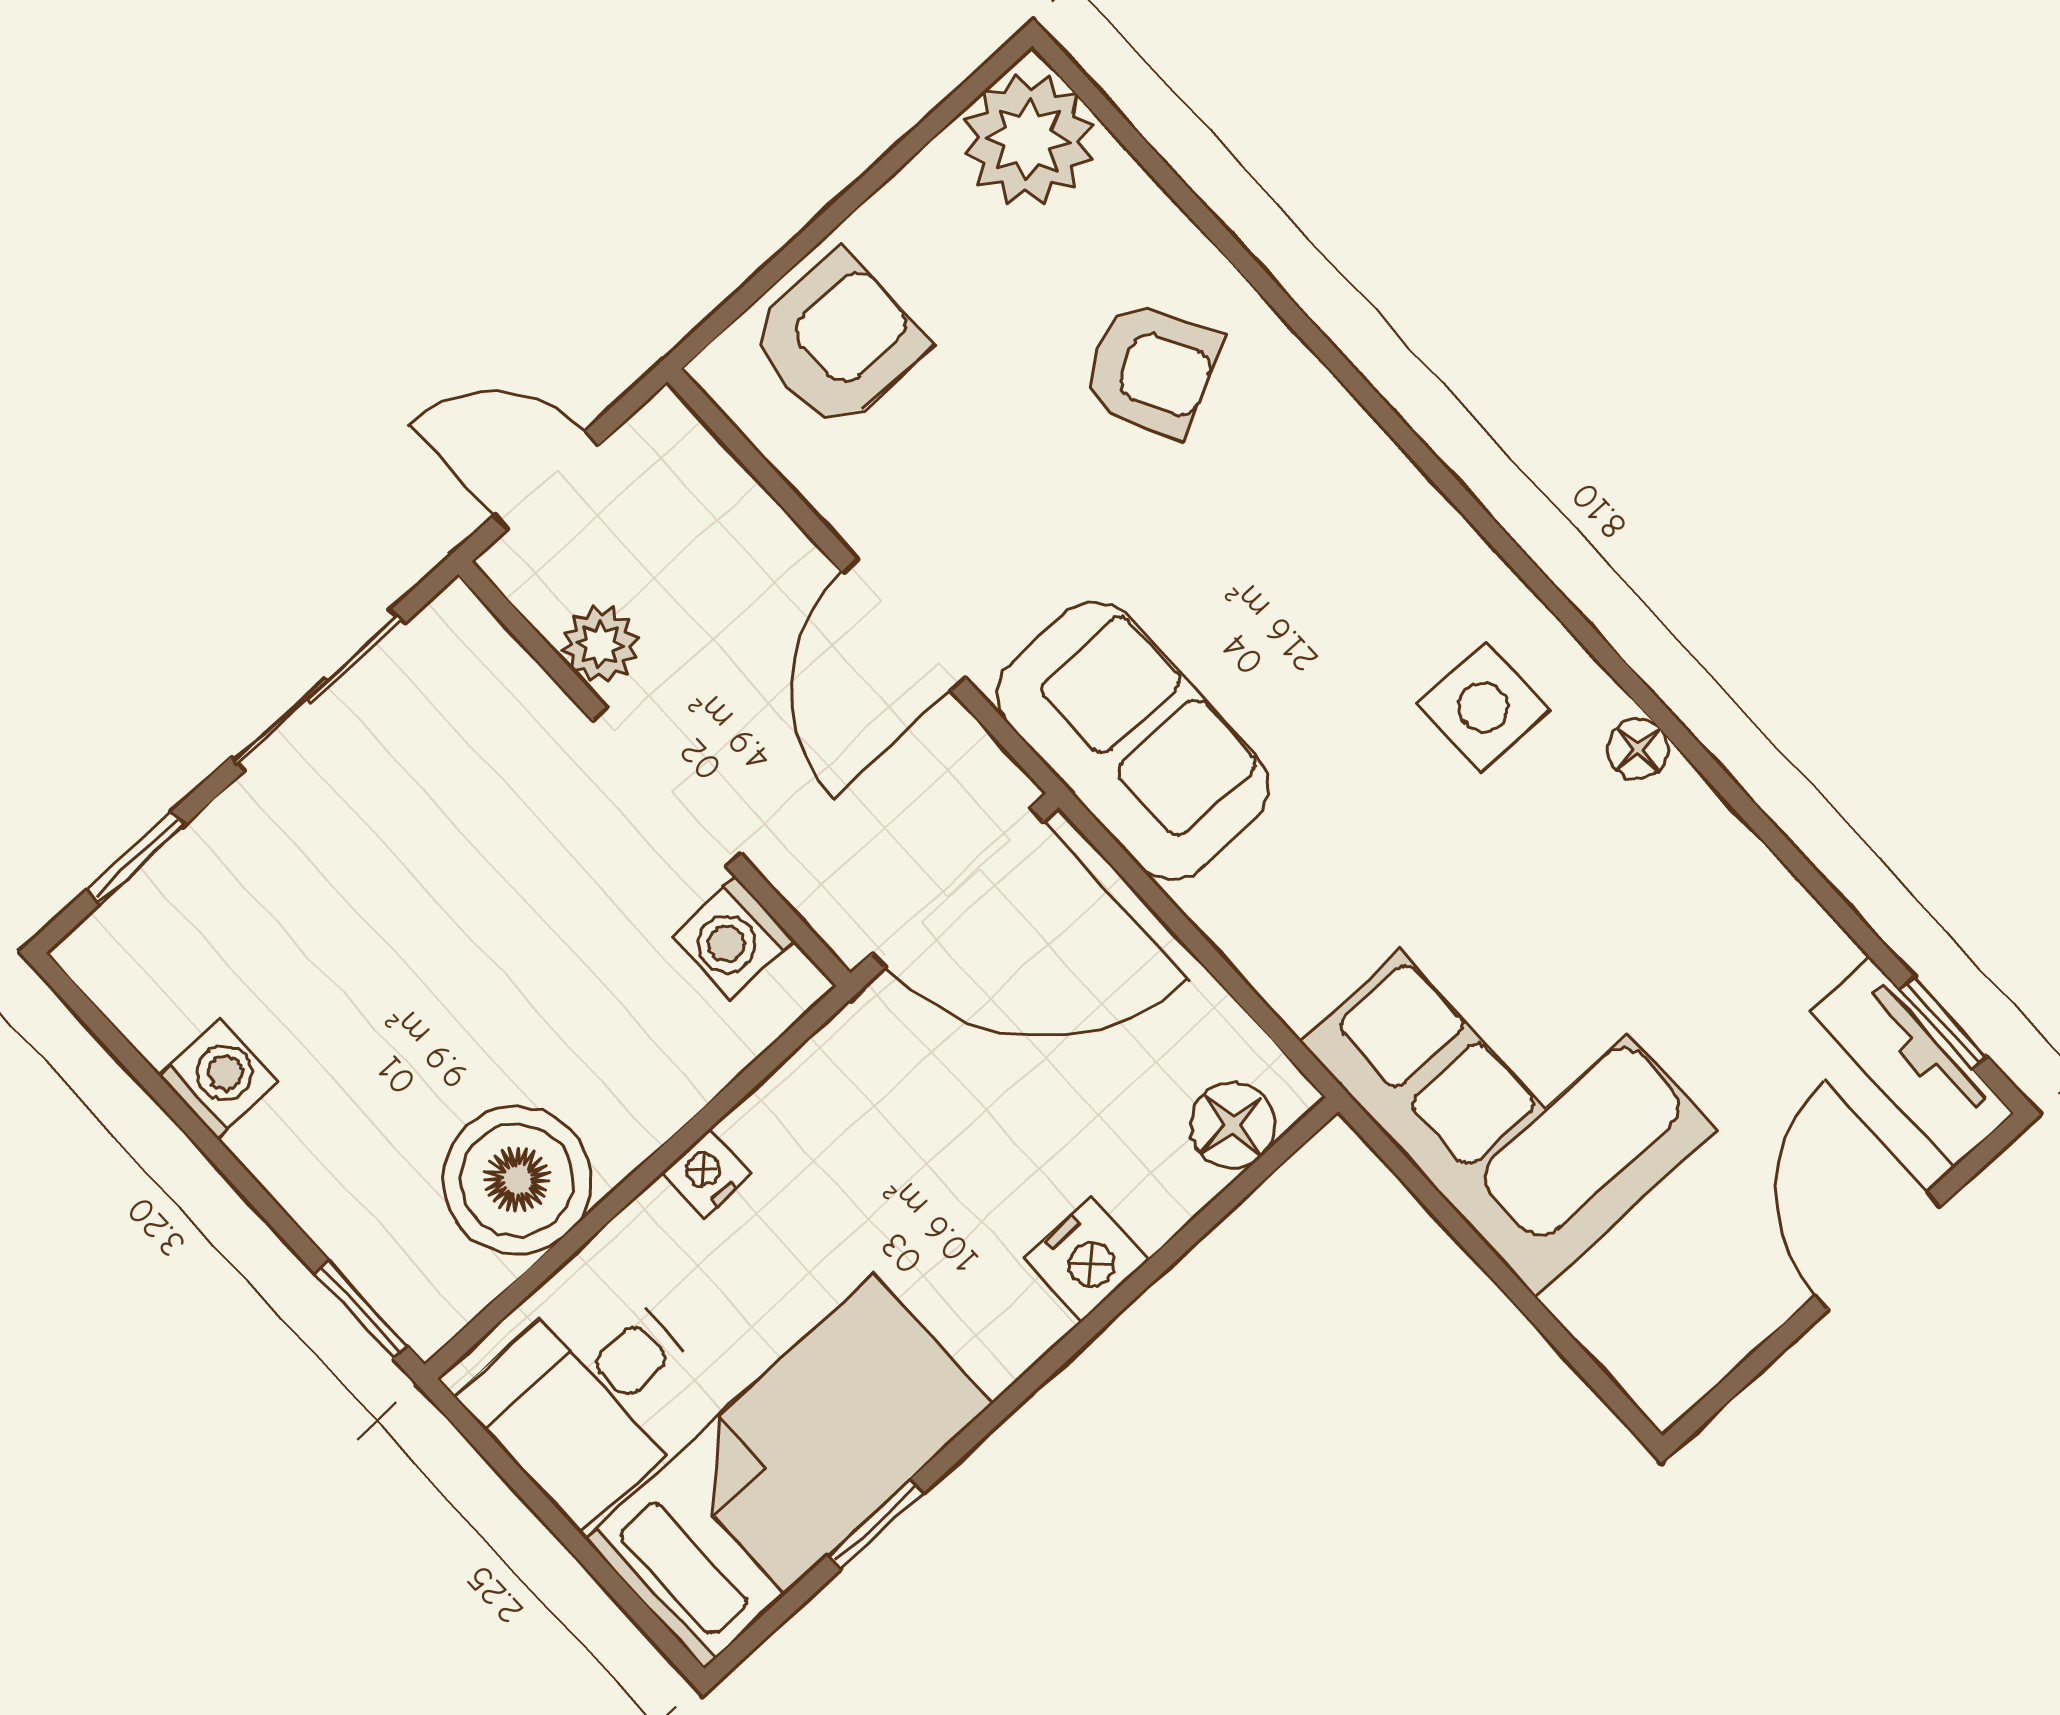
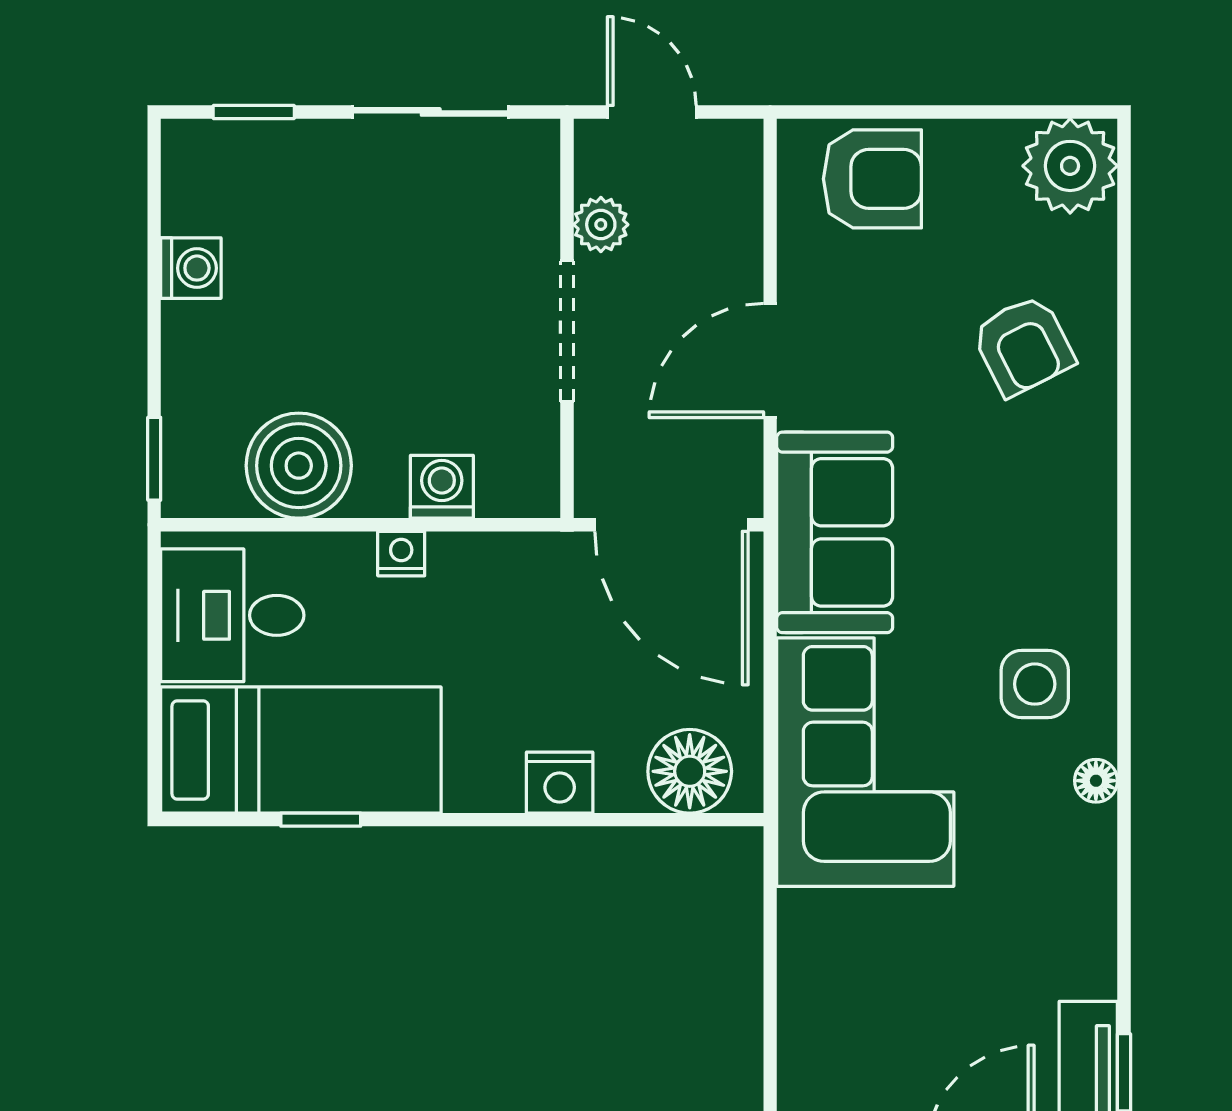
washing machine: (733, 938) -> (442, 487), moved, turned 90
corner sofa: (1509, 1086) -> (865, 762), moved
floor lamp: (1233, 1125) -> (690, 771), width x1.38, depth x1.38

